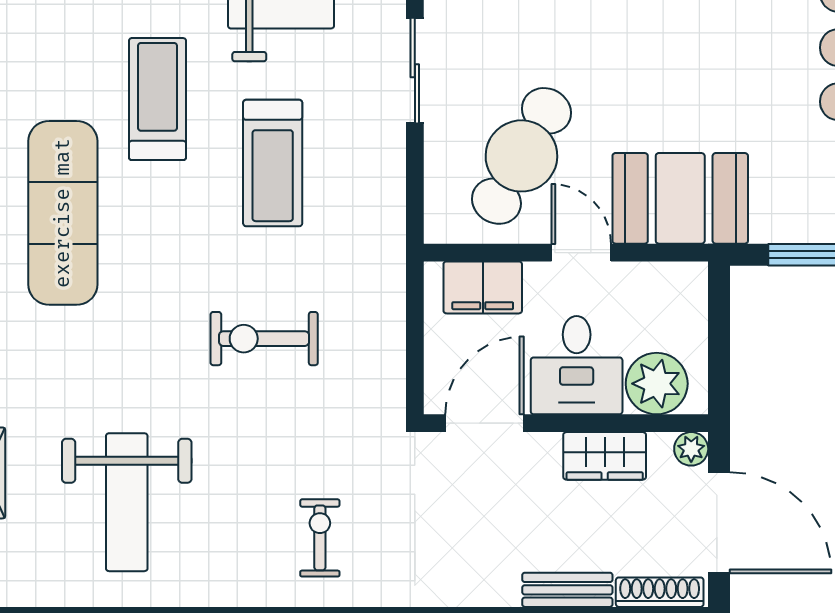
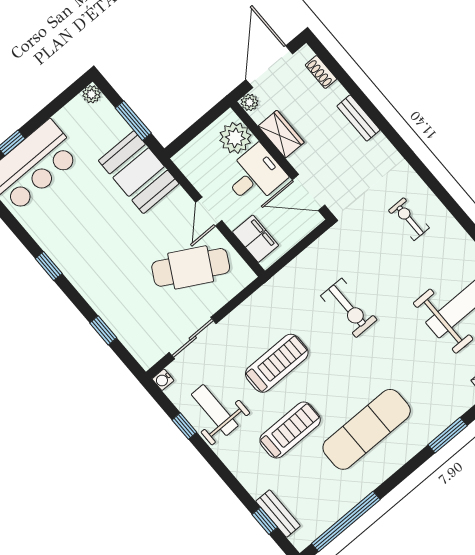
treadmill: (158, 99) -> (290, 430), turned 180
booth: (680, 198) -> (139, 172), moved
exercise bike: (320, 538) -> (409, 219), turned 90
bench: (567, 590) -> (358, 118), moved
shoe rack: (660, 592) -> (321, 72), width x0.70

